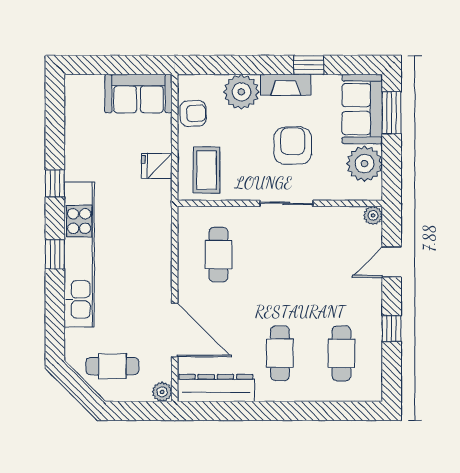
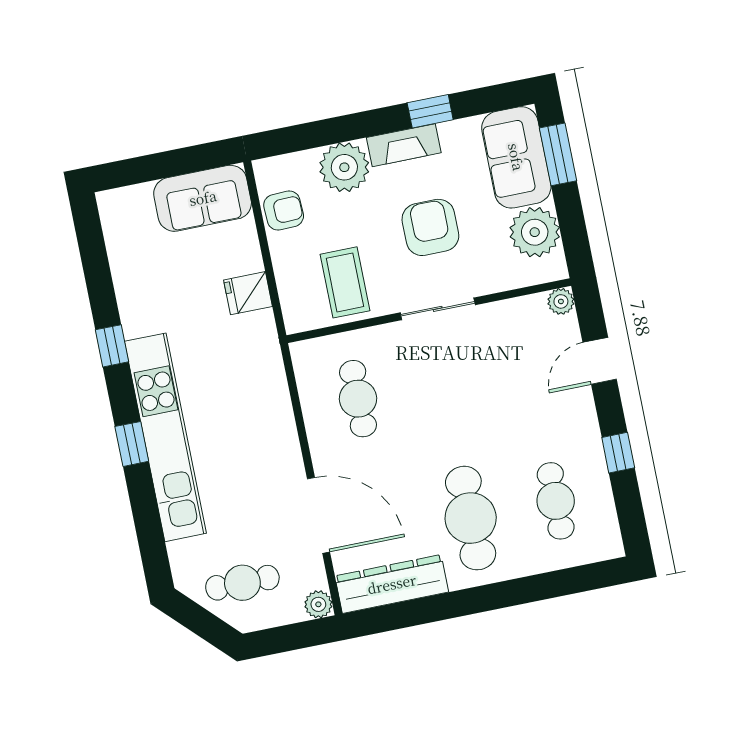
coffee table: (207, 170) -> (345, 282), moved
cafe table: (280, 353) -> (471, 518), width x1.37, depth x1.35

